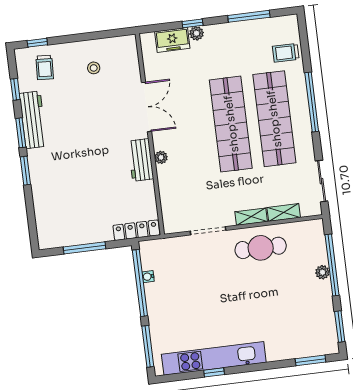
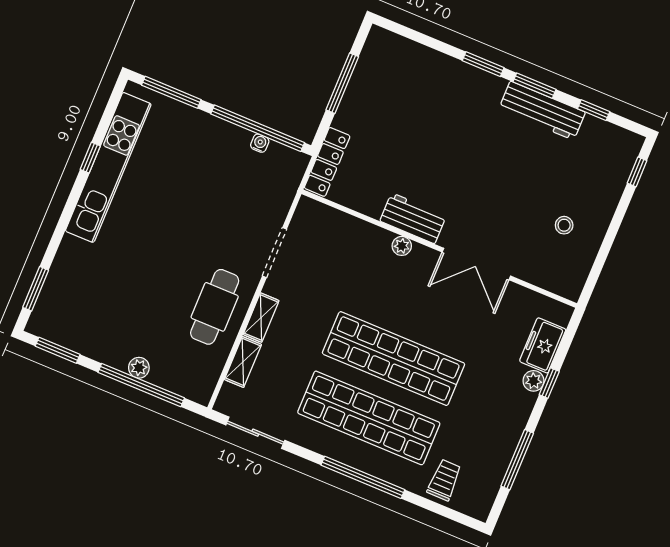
trolley: (45, 67) -> (600, 163), removed

